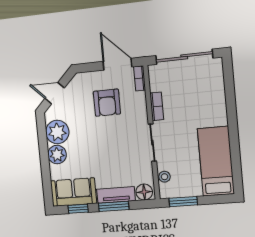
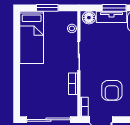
armchair: (107, 103) -> (112, 90), turned 180
window: (183, 202) -> (47, 8), moved

